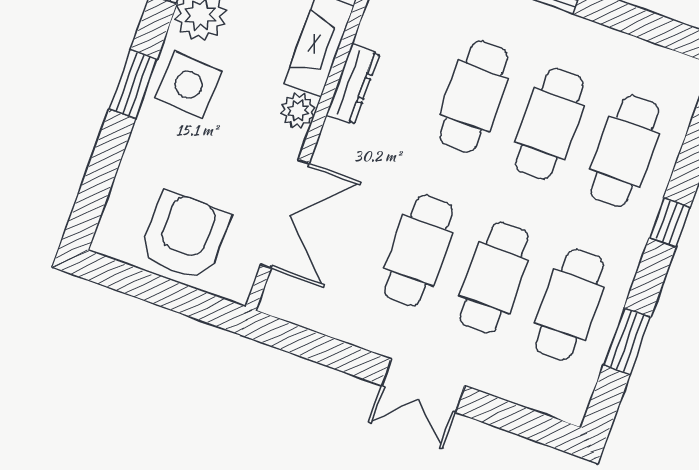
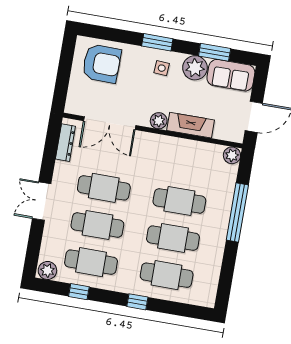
dresser: (353, 84) -> (65, 143), moved, turned -90
side table: (189, 85) -> (162, 68), width x0.54, depth x0.54
armchair: (185, 236) -> (102, 64), moved
window: (627, 341) -> (79, 292), width x0.67
plant: (571, 399) -> (47, 270), added

